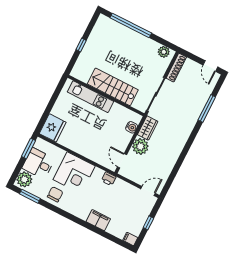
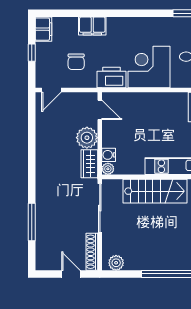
door: (210, 66) -> (71, 274), moved
plant: (137, 118) -> (108, 169), added
printer: (109, 179) -> (112, 77), width x1.87, depth x1.48
chair: (55, 194) -> (76, 62), moved
filing cabinet: (130, 239) -> (43, 29), width x2.00

